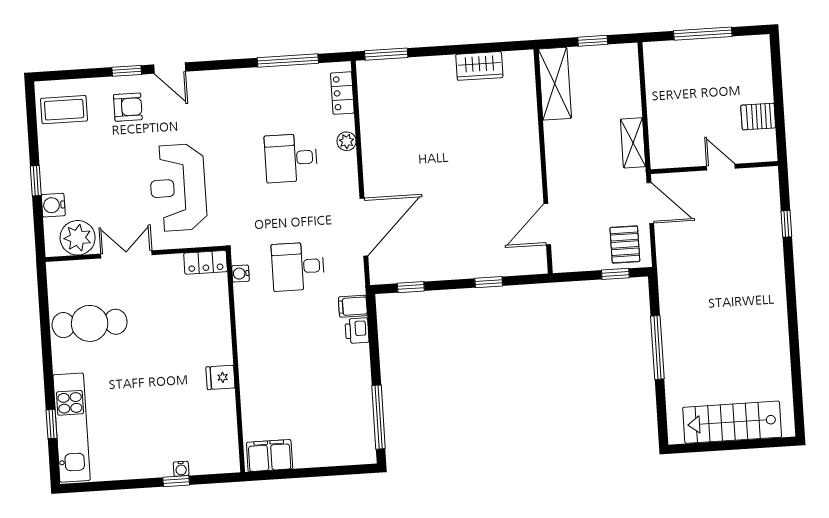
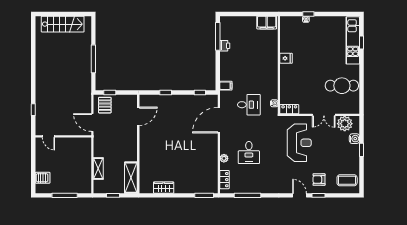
server rack: (758, 117) -> (43, 178), moved
shelving: (633, 143) -> (98, 169), moved
desk: (291, 158) -> (249, 153), turned 90
door: (721, 167) -> (48, 136), moved
printer: (357, 331) -> (225, 46), moved

